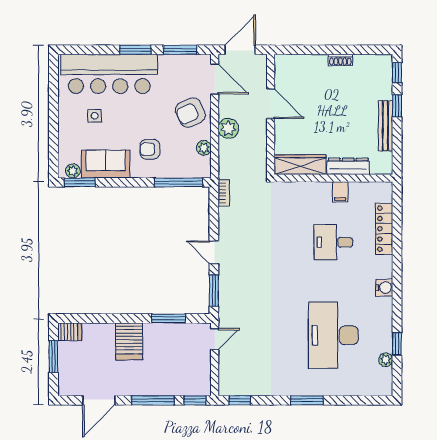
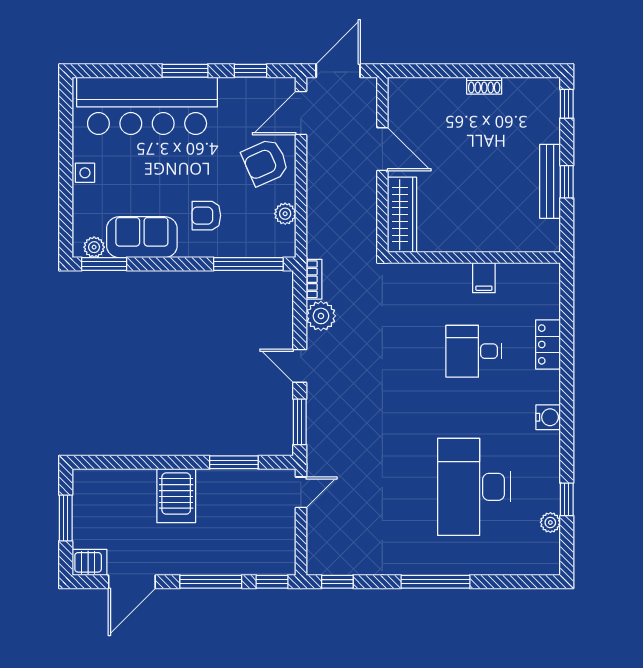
window: (180, 50) -> (250, 71), width x0.67
door: (215, 79) -> (301, 113), swing flipped
window: (397, 106) -> (567, 182), moved
side table: (95, 116) -> (85, 173), moved
plant: (228, 128) -> (321, 316), moved
wardrobe: (300, 165) -> (402, 215), moved, turned 90
dresser: (348, 166) -> (496, 240), removed
locker: (384, 229) -> (548, 344), width x0.66
server rack: (70, 332) -> (89, 562), moved
window: (307, 400) -> (436, 582), width x1.44

